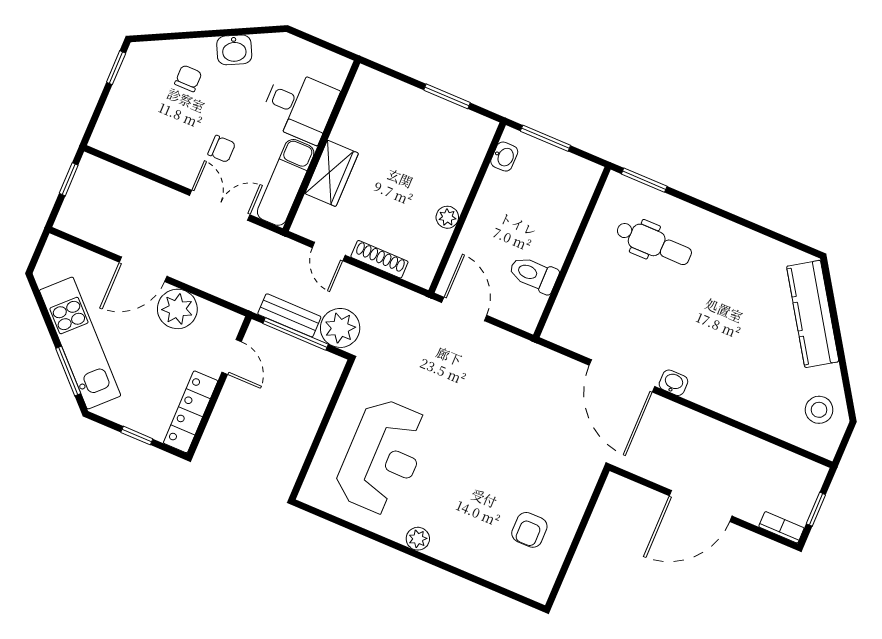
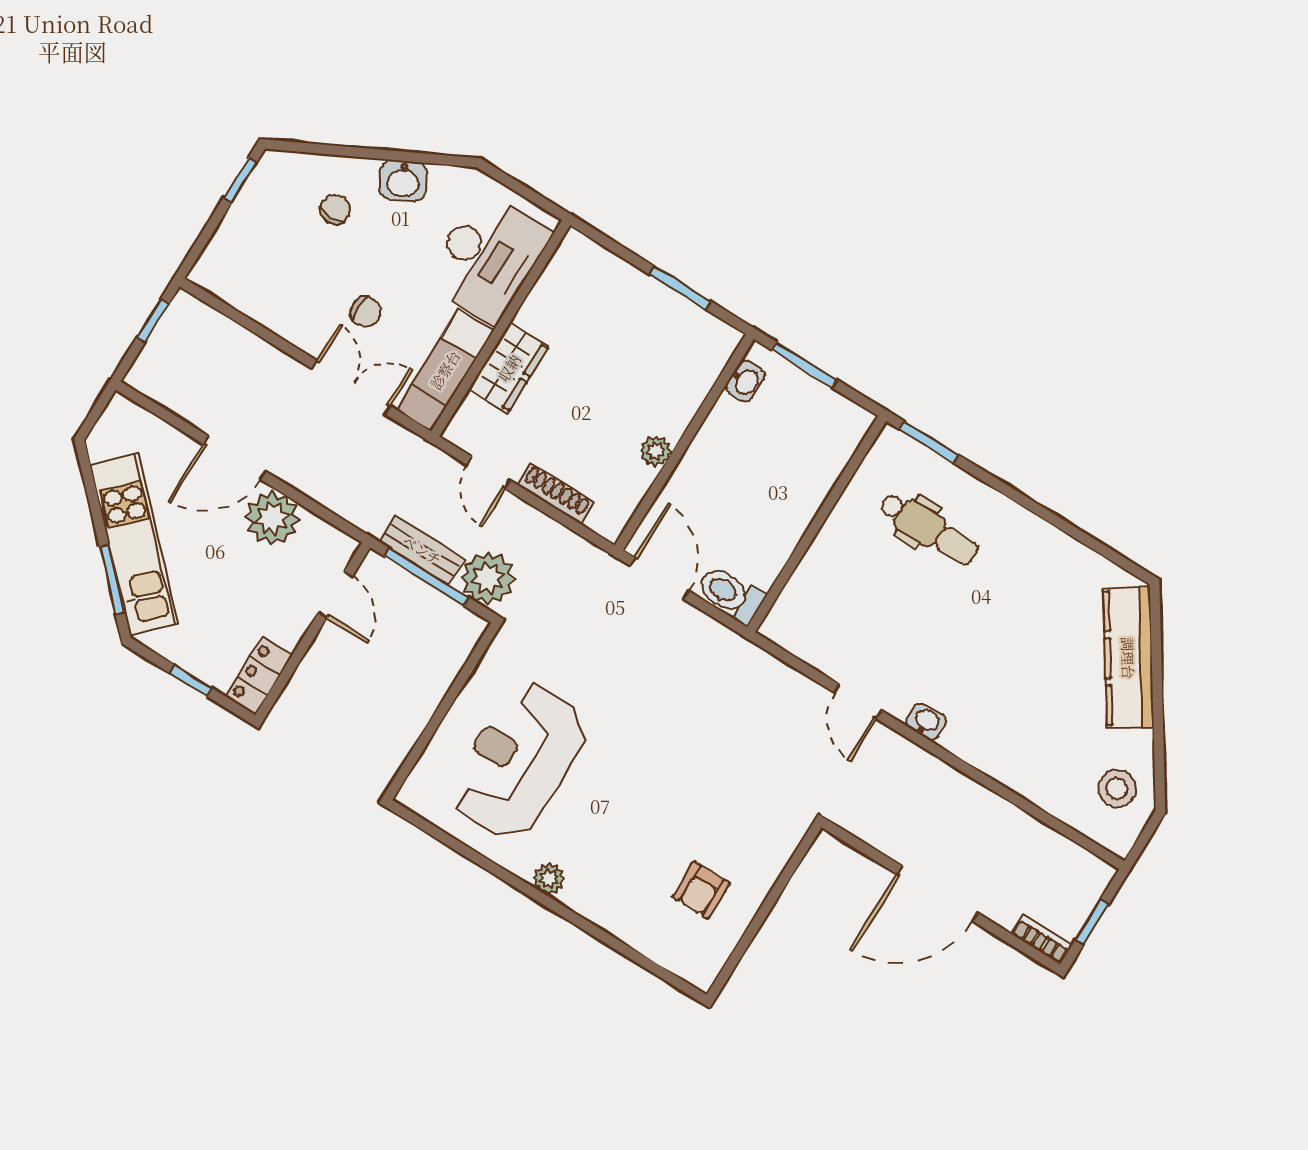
desk: (299, 106) -> (487, 257), width x1.37
toilet: (534, 274) -> (730, 594), moved
door: (622, 376) -> (858, 702), width x0.53
locker: (191, 412) -> (259, 676), width x0.66
reception desk: (383, 457) -> (519, 761), turned 180

